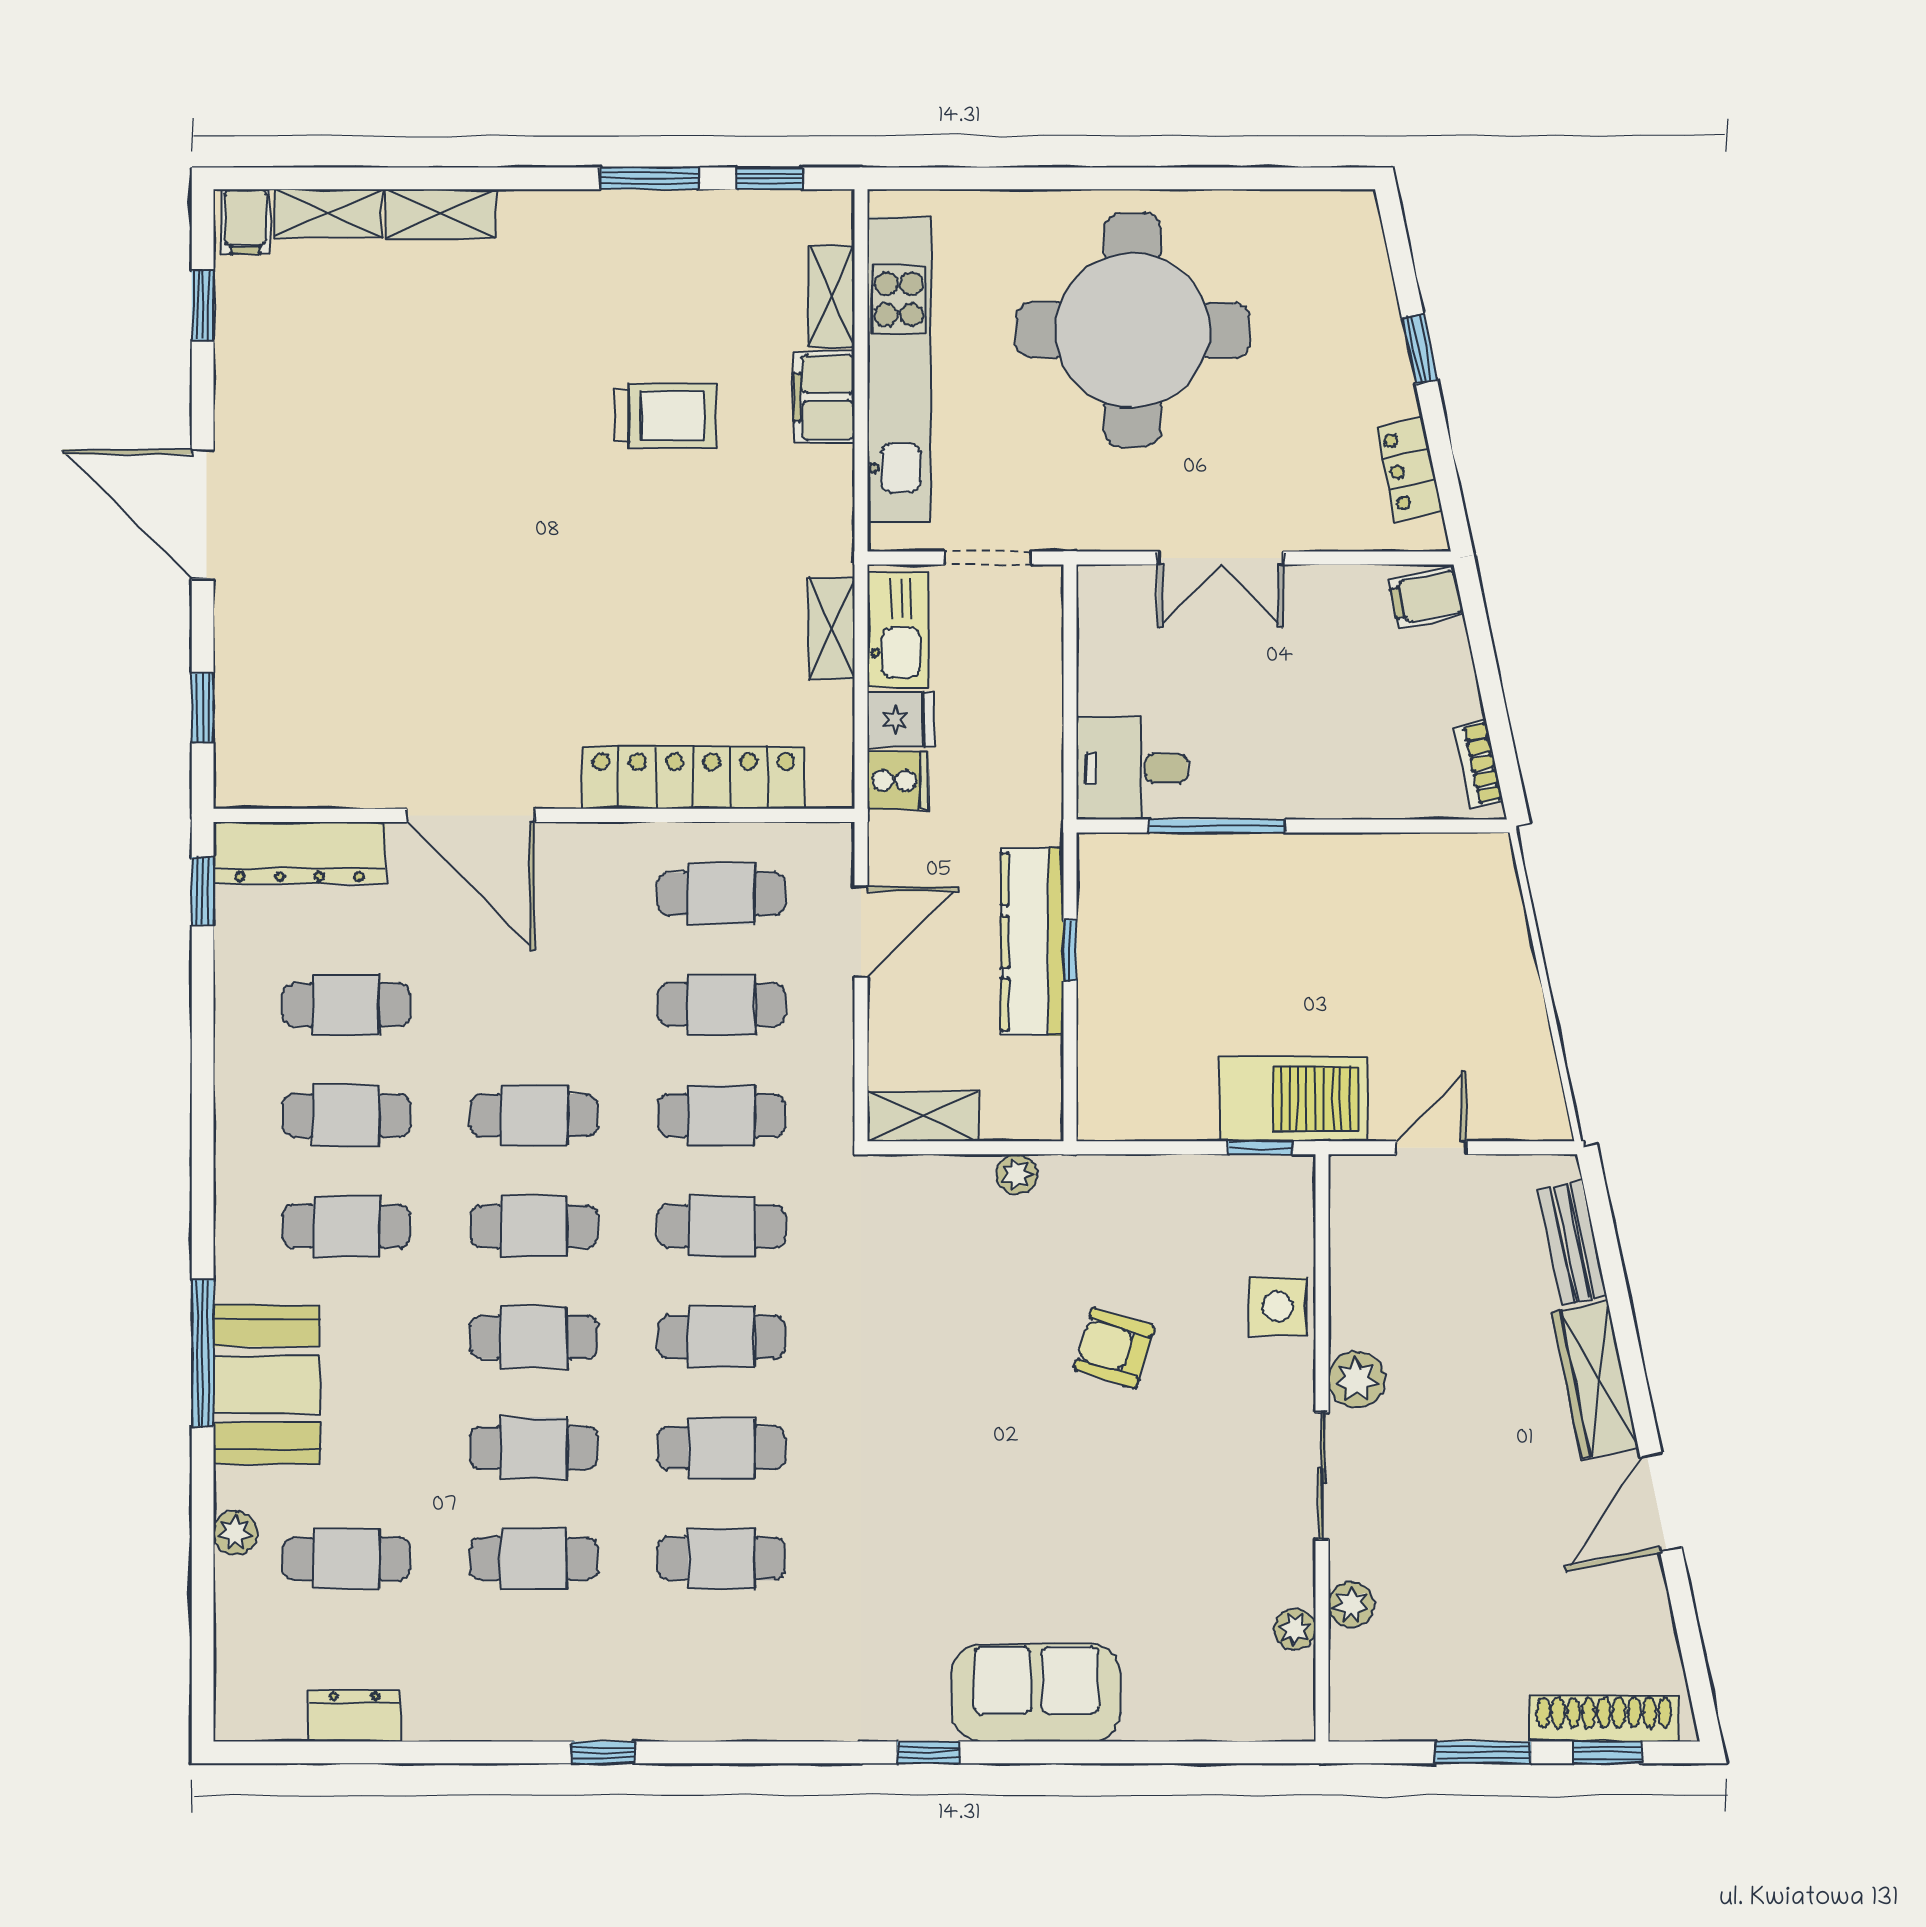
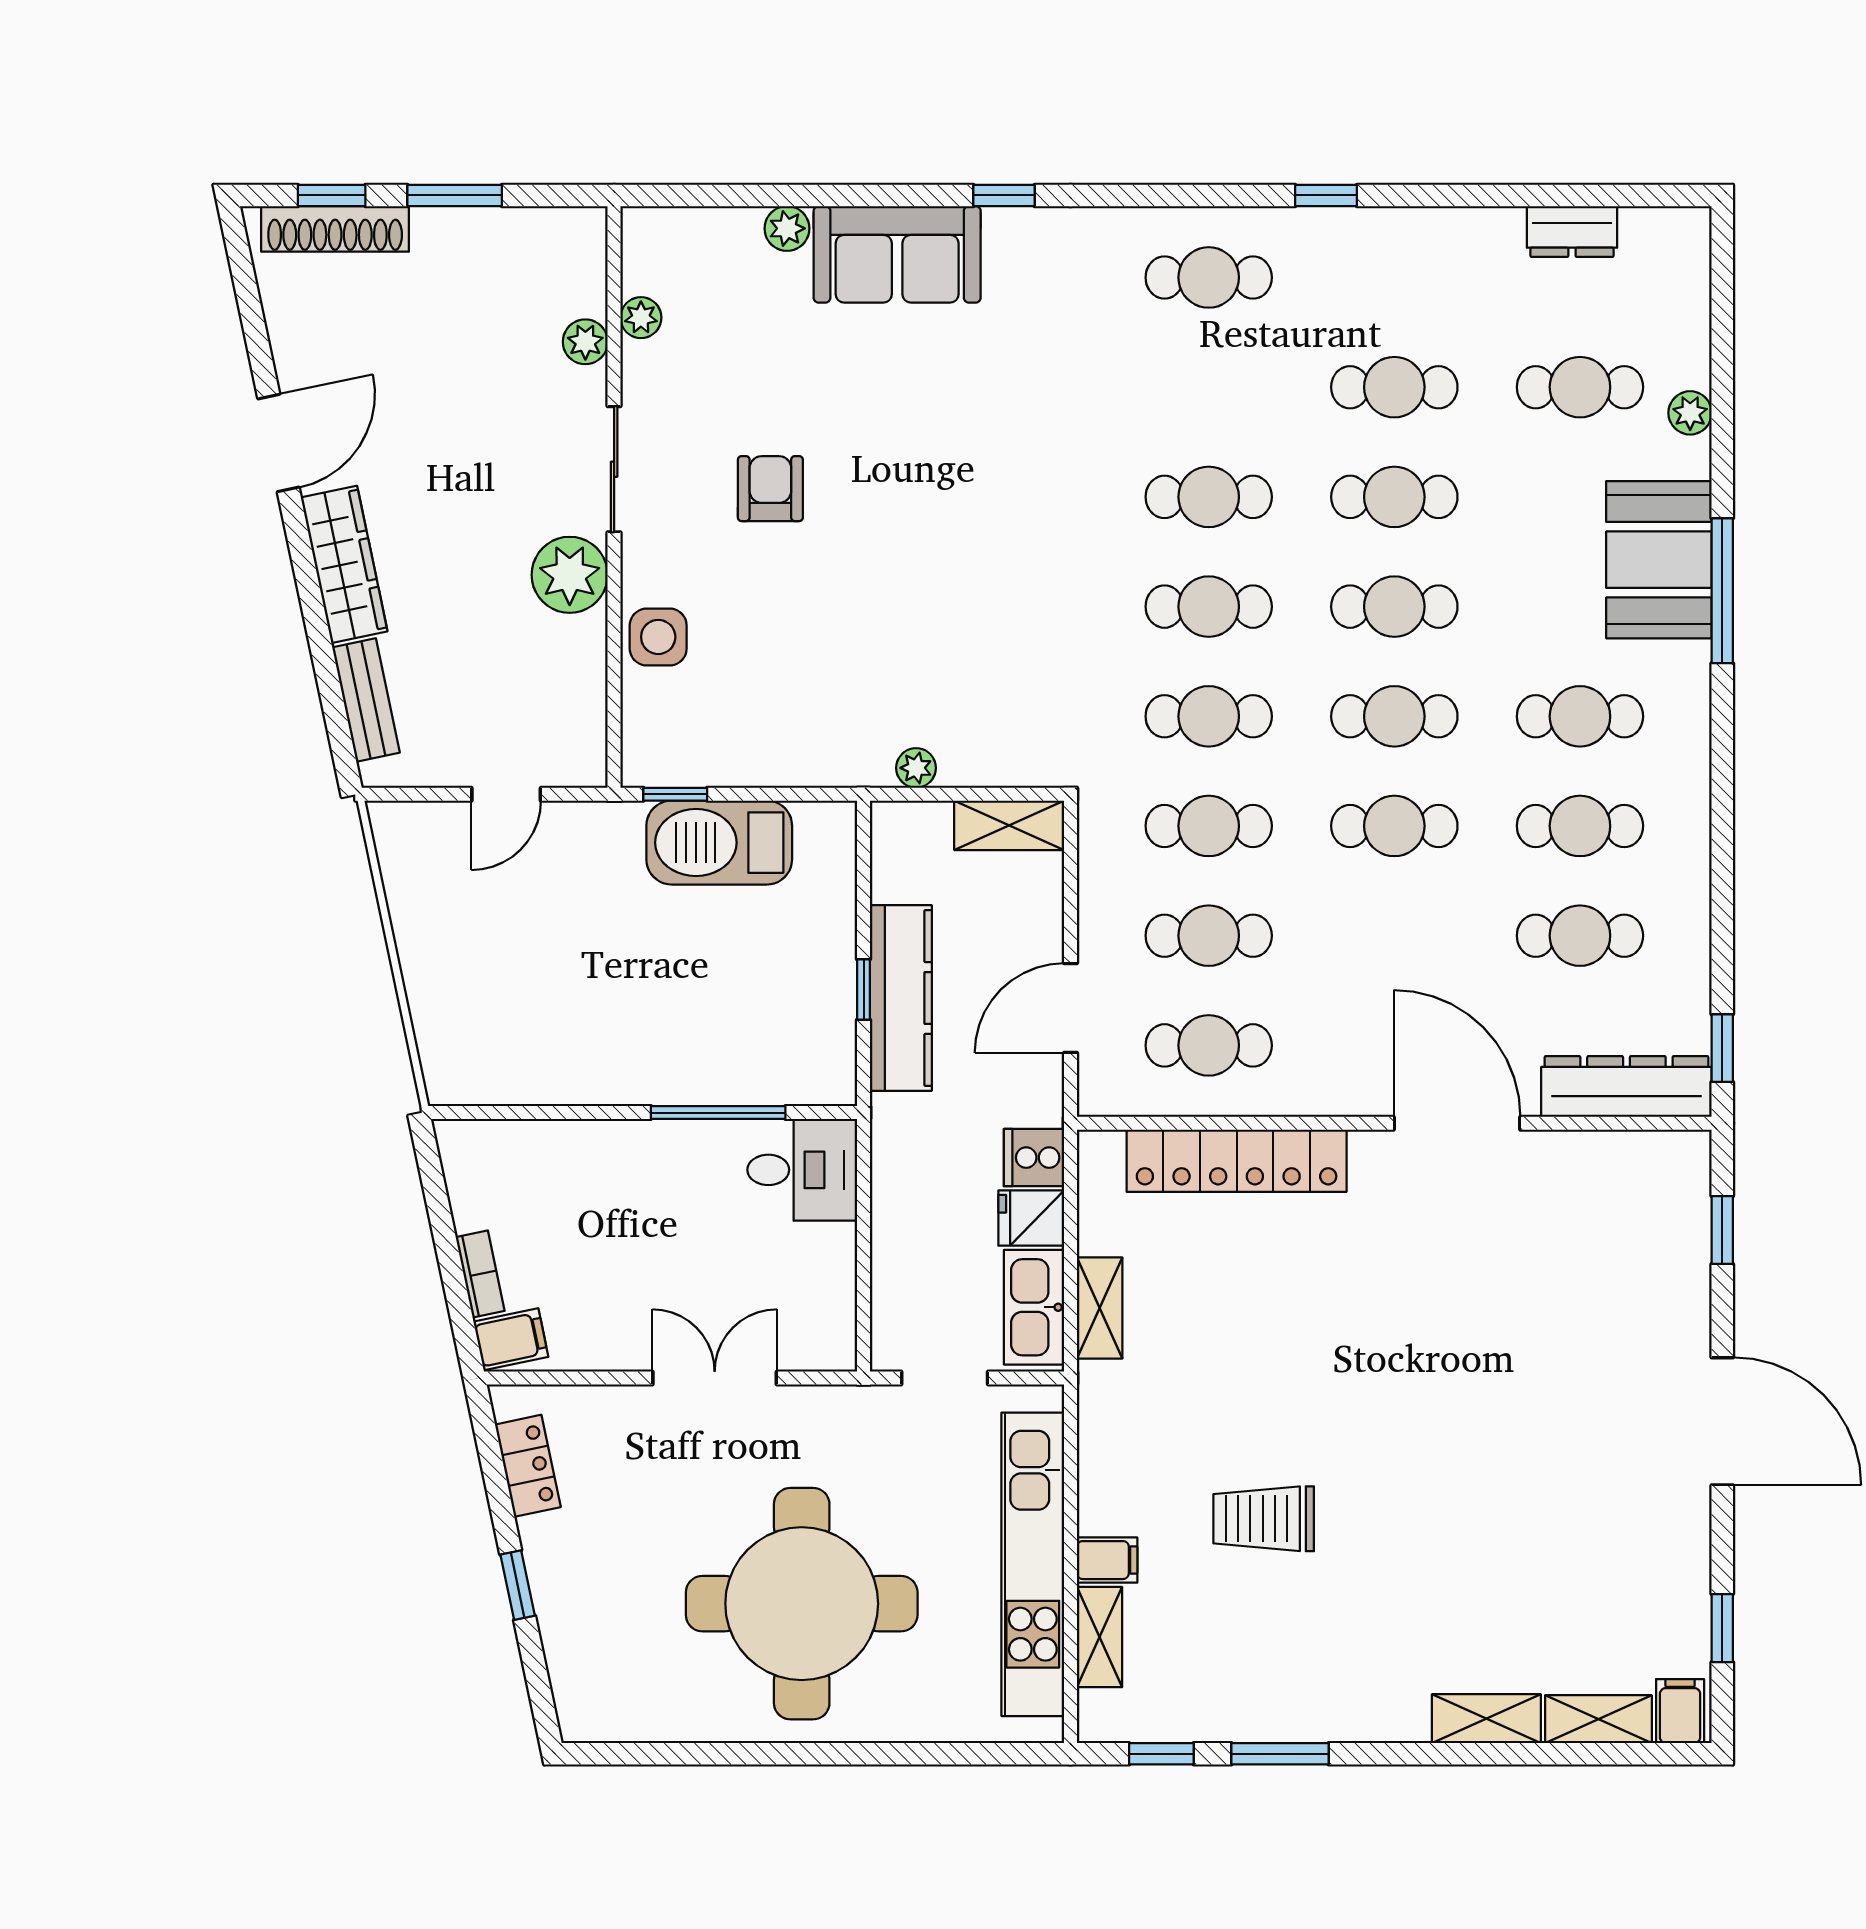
filing cabinet: (824, 397) -> (1107, 1560), width x0.50
bookcase: (1478, 764) -> (480, 1274), moved
barbecue: (1293, 1099) -> (719, 843), moved
armchair: (1114, 1348) -> (770, 489), moved, turned -107
plant: (1357, 1379) -> (570, 575), width x1.36, depth x1.36
cafe table: (721, 1559) -> (1209, 277), moved
plant: (1147, 1719) -> (787, 228), added

